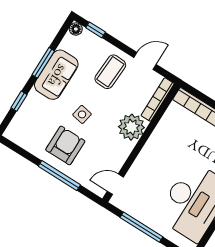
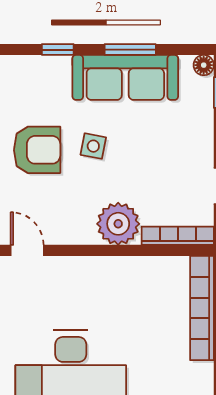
coffee table: (110, 72) -> (175, 148), removed
sofa: (56, 75) -> (125, 77), width x1.36

